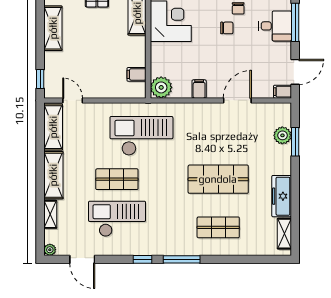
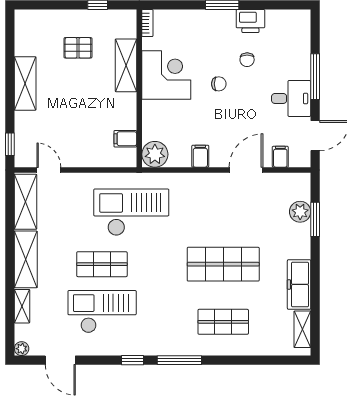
desk: (275, 26) -> (291, 98), moved
chair: (227, 28) -> (219, 84), moved
filing cabinet: (282, 92) -> (280, 157), moved, turned 90

